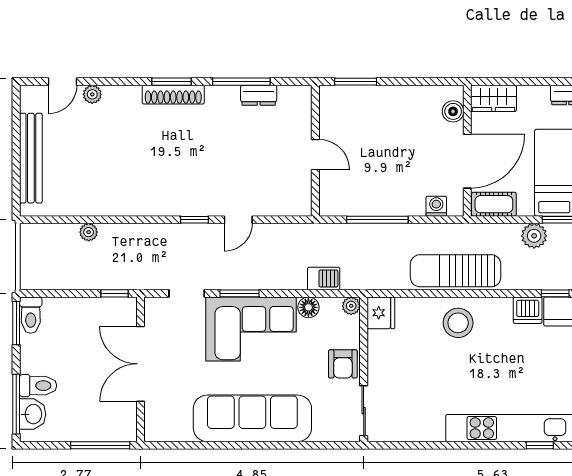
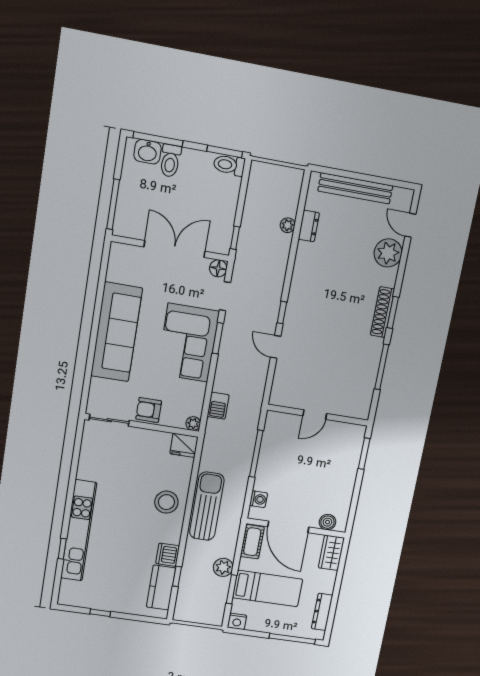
plant: (92, 94) -> (388, 253), width x1.88, depth x1.88
dresser: (259, 95) -> (309, 226), moved, turned 180
floor lamp: (308, 307) -> (218, 268), moved

